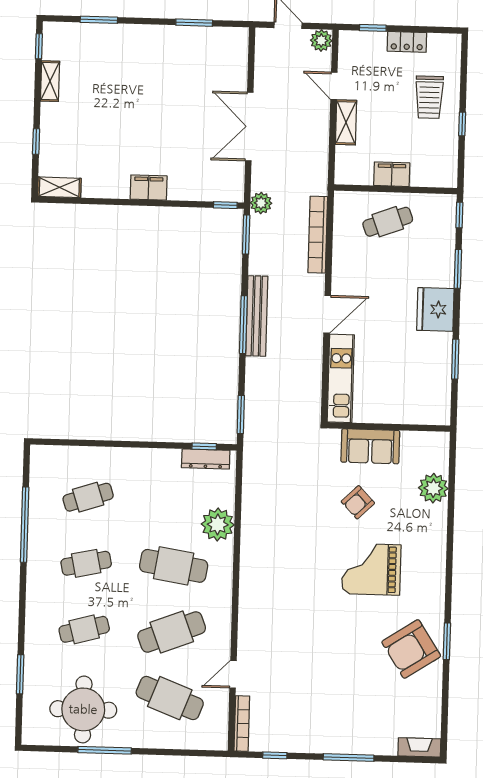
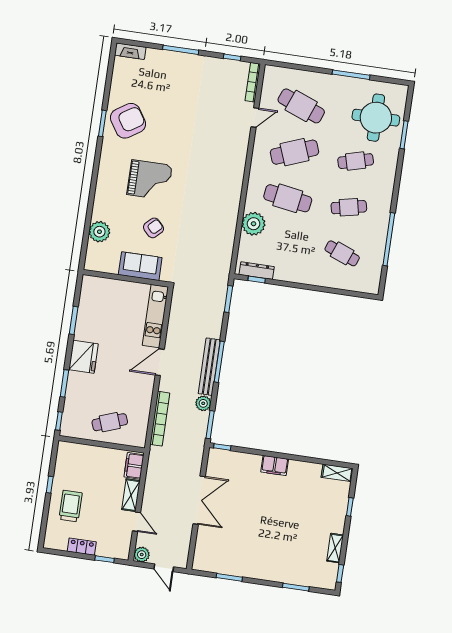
filing cabinet: (392, 174) -> (134, 466), moved, turned 90
plant: (261, 203) -> (203, 403), moved
cafe table: (88, 497) -> (342, 253), turned 39
round table: (83, 709) -> (376, 118), moved

